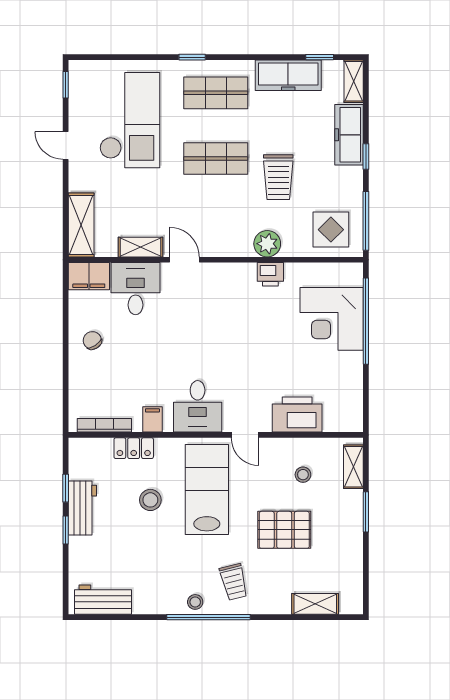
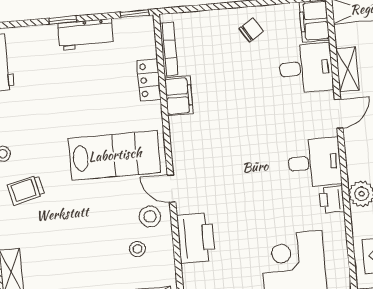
desk: (198, 406) -> (315, 163), moved, turned 180
filing cabinet: (152, 419) -> (179, 96), width x2.00
door: (245, 435) -> (171, 188), hinge flipped
window: (66, 488) -> (135, 14), moved
stool: (150, 500) -> (150, 217), moved
pallet: (284, 530) -> (81, 235), removed

